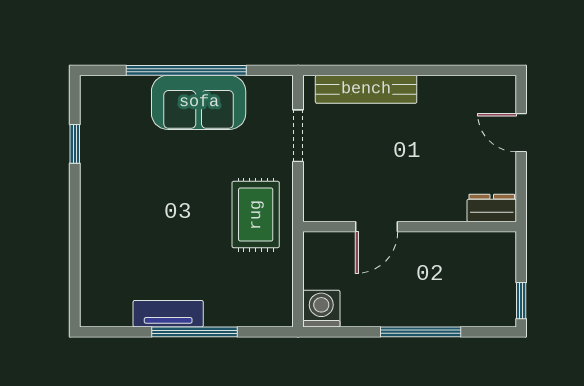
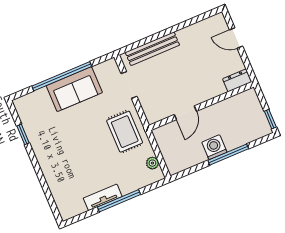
plant: (281, 290) -> (152, 163), added
washing machine: (321, 309) -> (214, 147), moved

